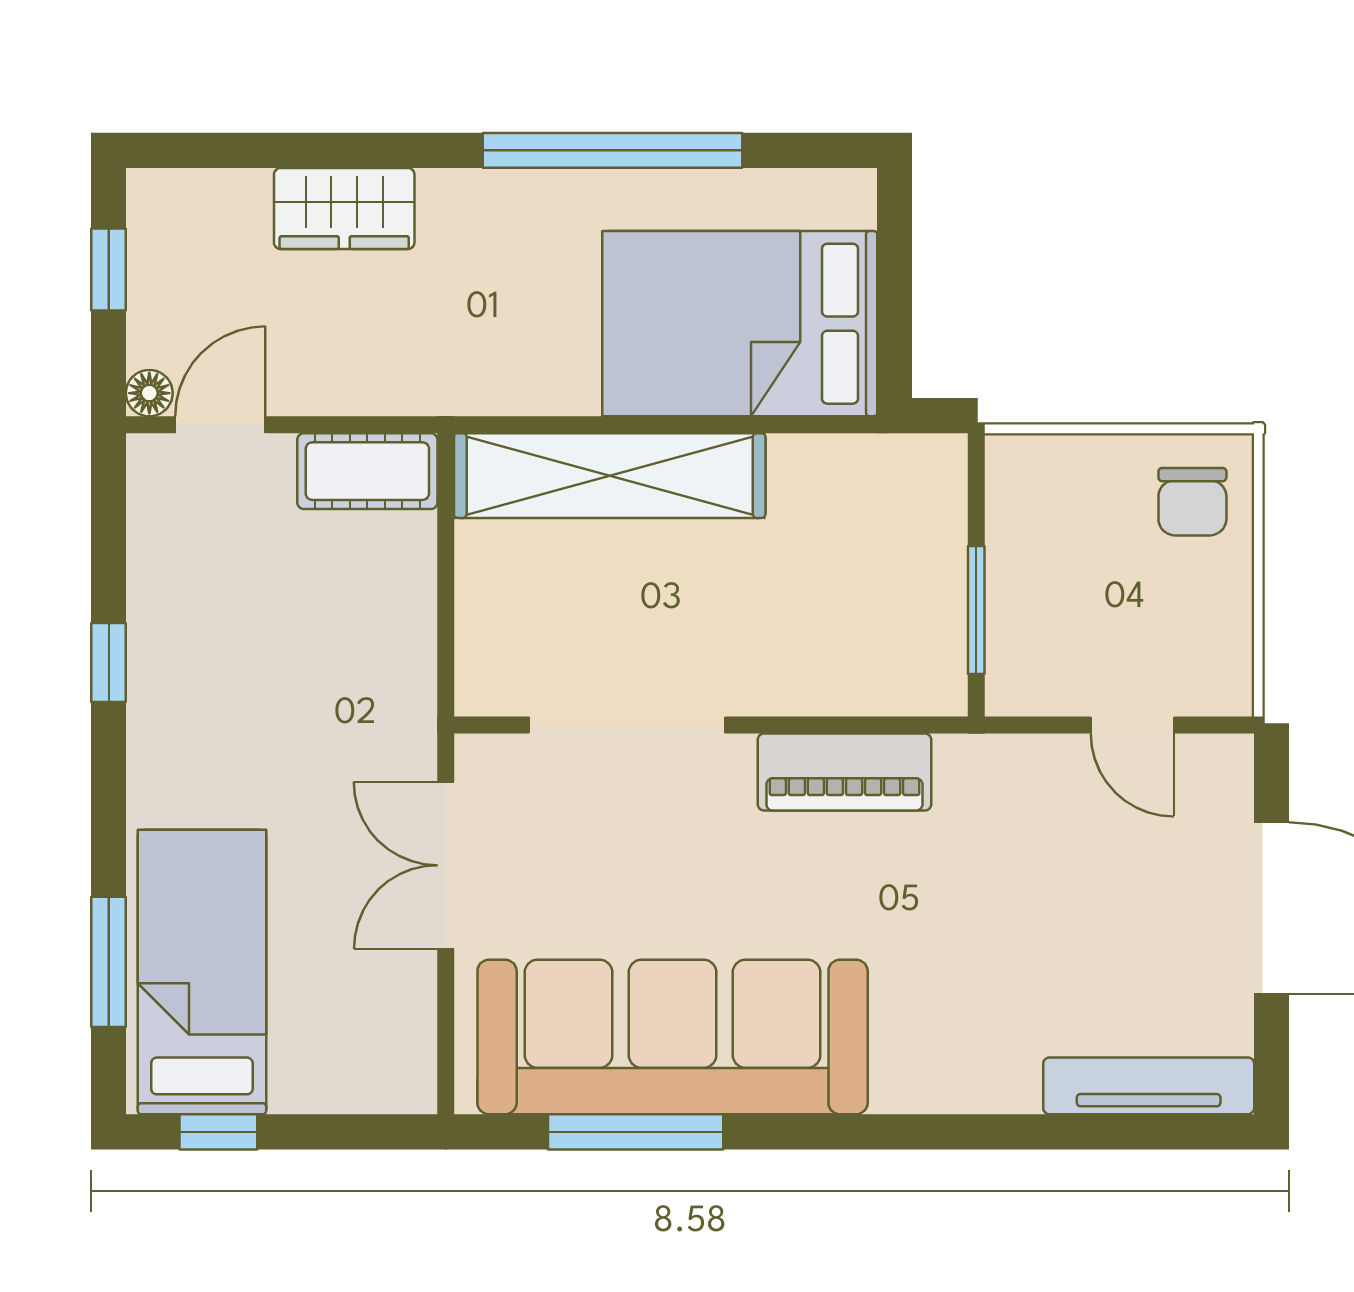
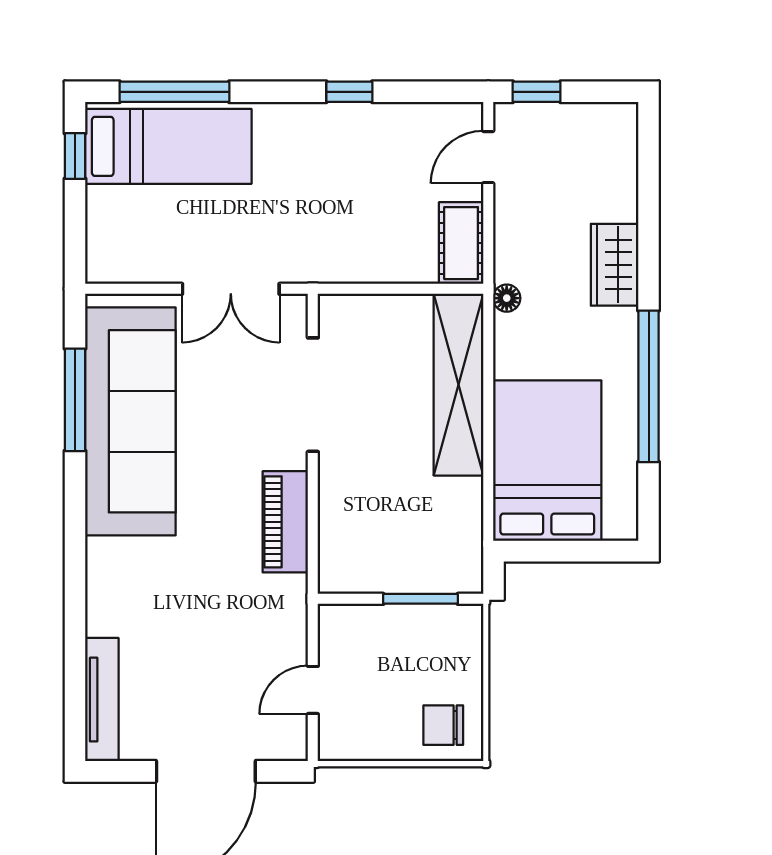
wardrobe: (344, 208) -> (615, 265), moved
window: (109, 269) -> (537, 92), moved
floor lamp: (149, 393) -> (507, 298), moved
door: (220, 425) -> (488, 157), swing flipped
window: (976, 610) -> (420, 599), moved
double door: (446, 865) -> (231, 289), swing flipped
window: (109, 962) -> (174, 92), width x1.44

